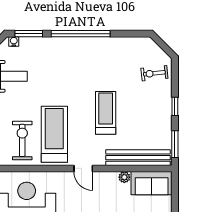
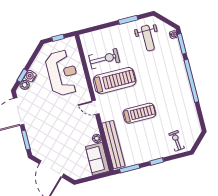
door: (83, 168) -> (95, 107), hinge flipped

